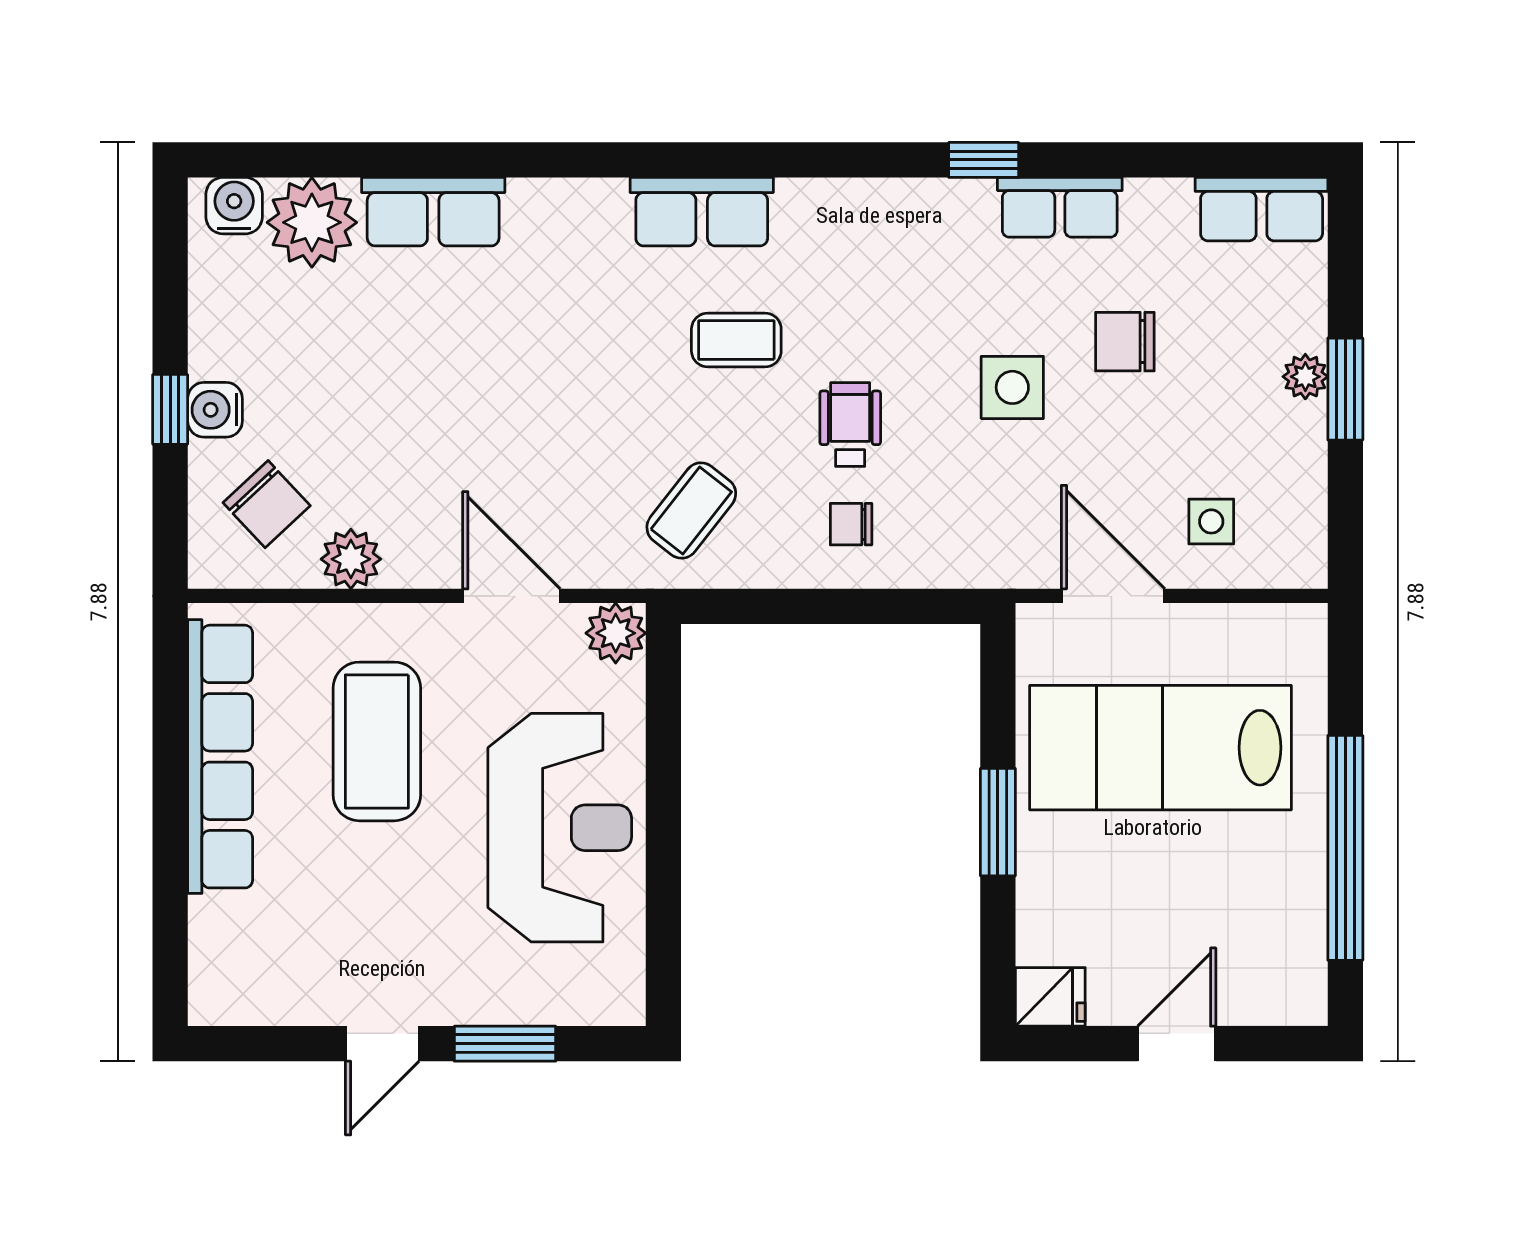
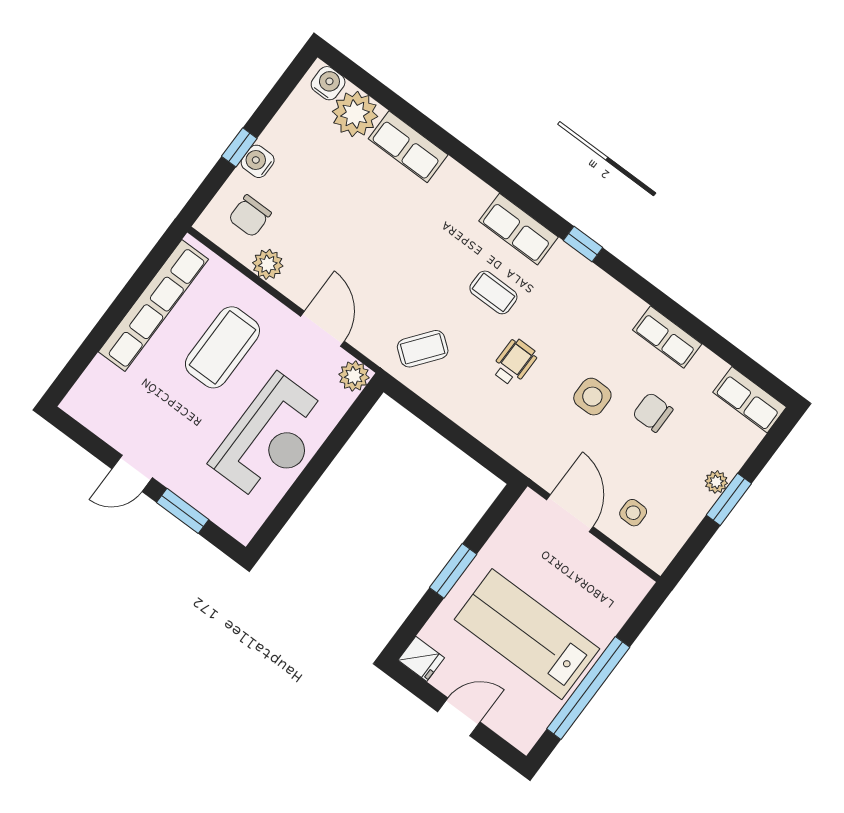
window: (984, 160) -> (583, 244), moved
chair: (267, 504) -> (250, 216), turned 43
chair: (851, 524) -> (484, 403), removed
lab bench: (1161, 748) -> (527, 634), moved

